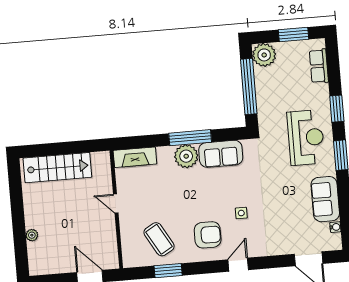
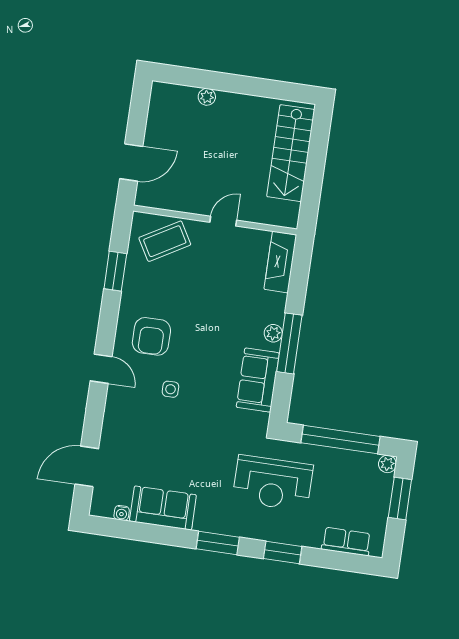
window: (293, 34) -> (400, 498), moved
plant: (264, 55) -> (387, 464), width x0.53, depth x0.53
reception desk: (306, 138) -> (273, 483), moved
plant: (186, 156) -> (273, 333), width x0.53, depth x0.53
coffee table: (159, 239) -> (165, 241), moved

